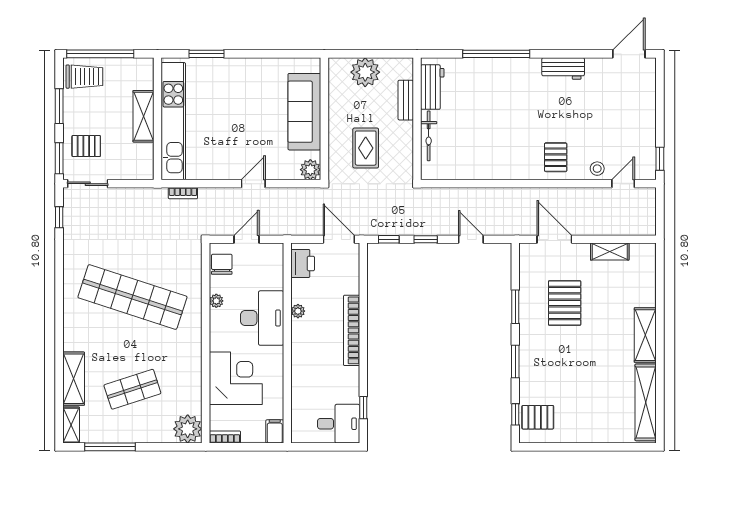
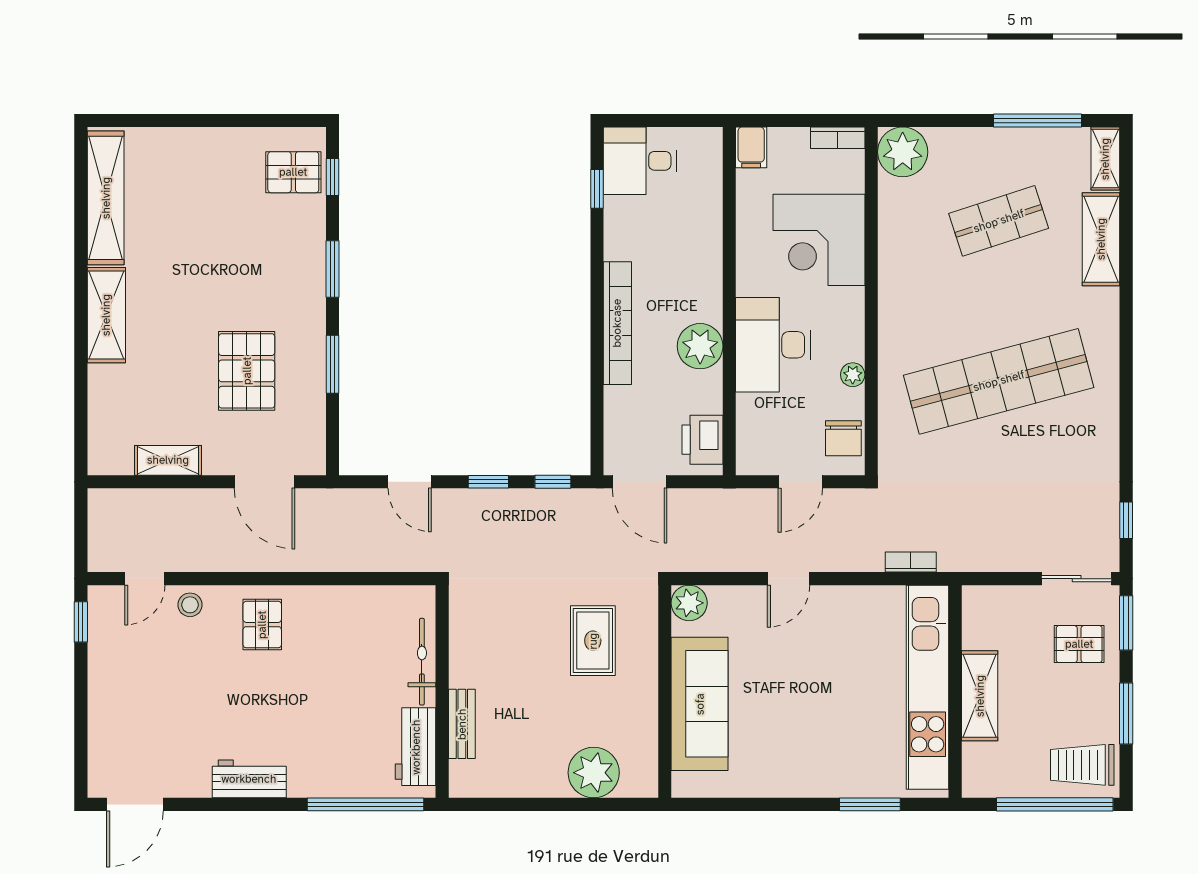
workbench: (432, 87) -> (416, 747), moved
bench: (406, 100) -> (462, 724), moved
wall: (417, 119) -> (442, 691), moved
bicycle: (429, 136) -> (422, 662), moved
shop shelf: (132, 297) -> (999, 381), turned -33
plant: (298, 311) -> (700, 346), width x1.88, depth x1.88

